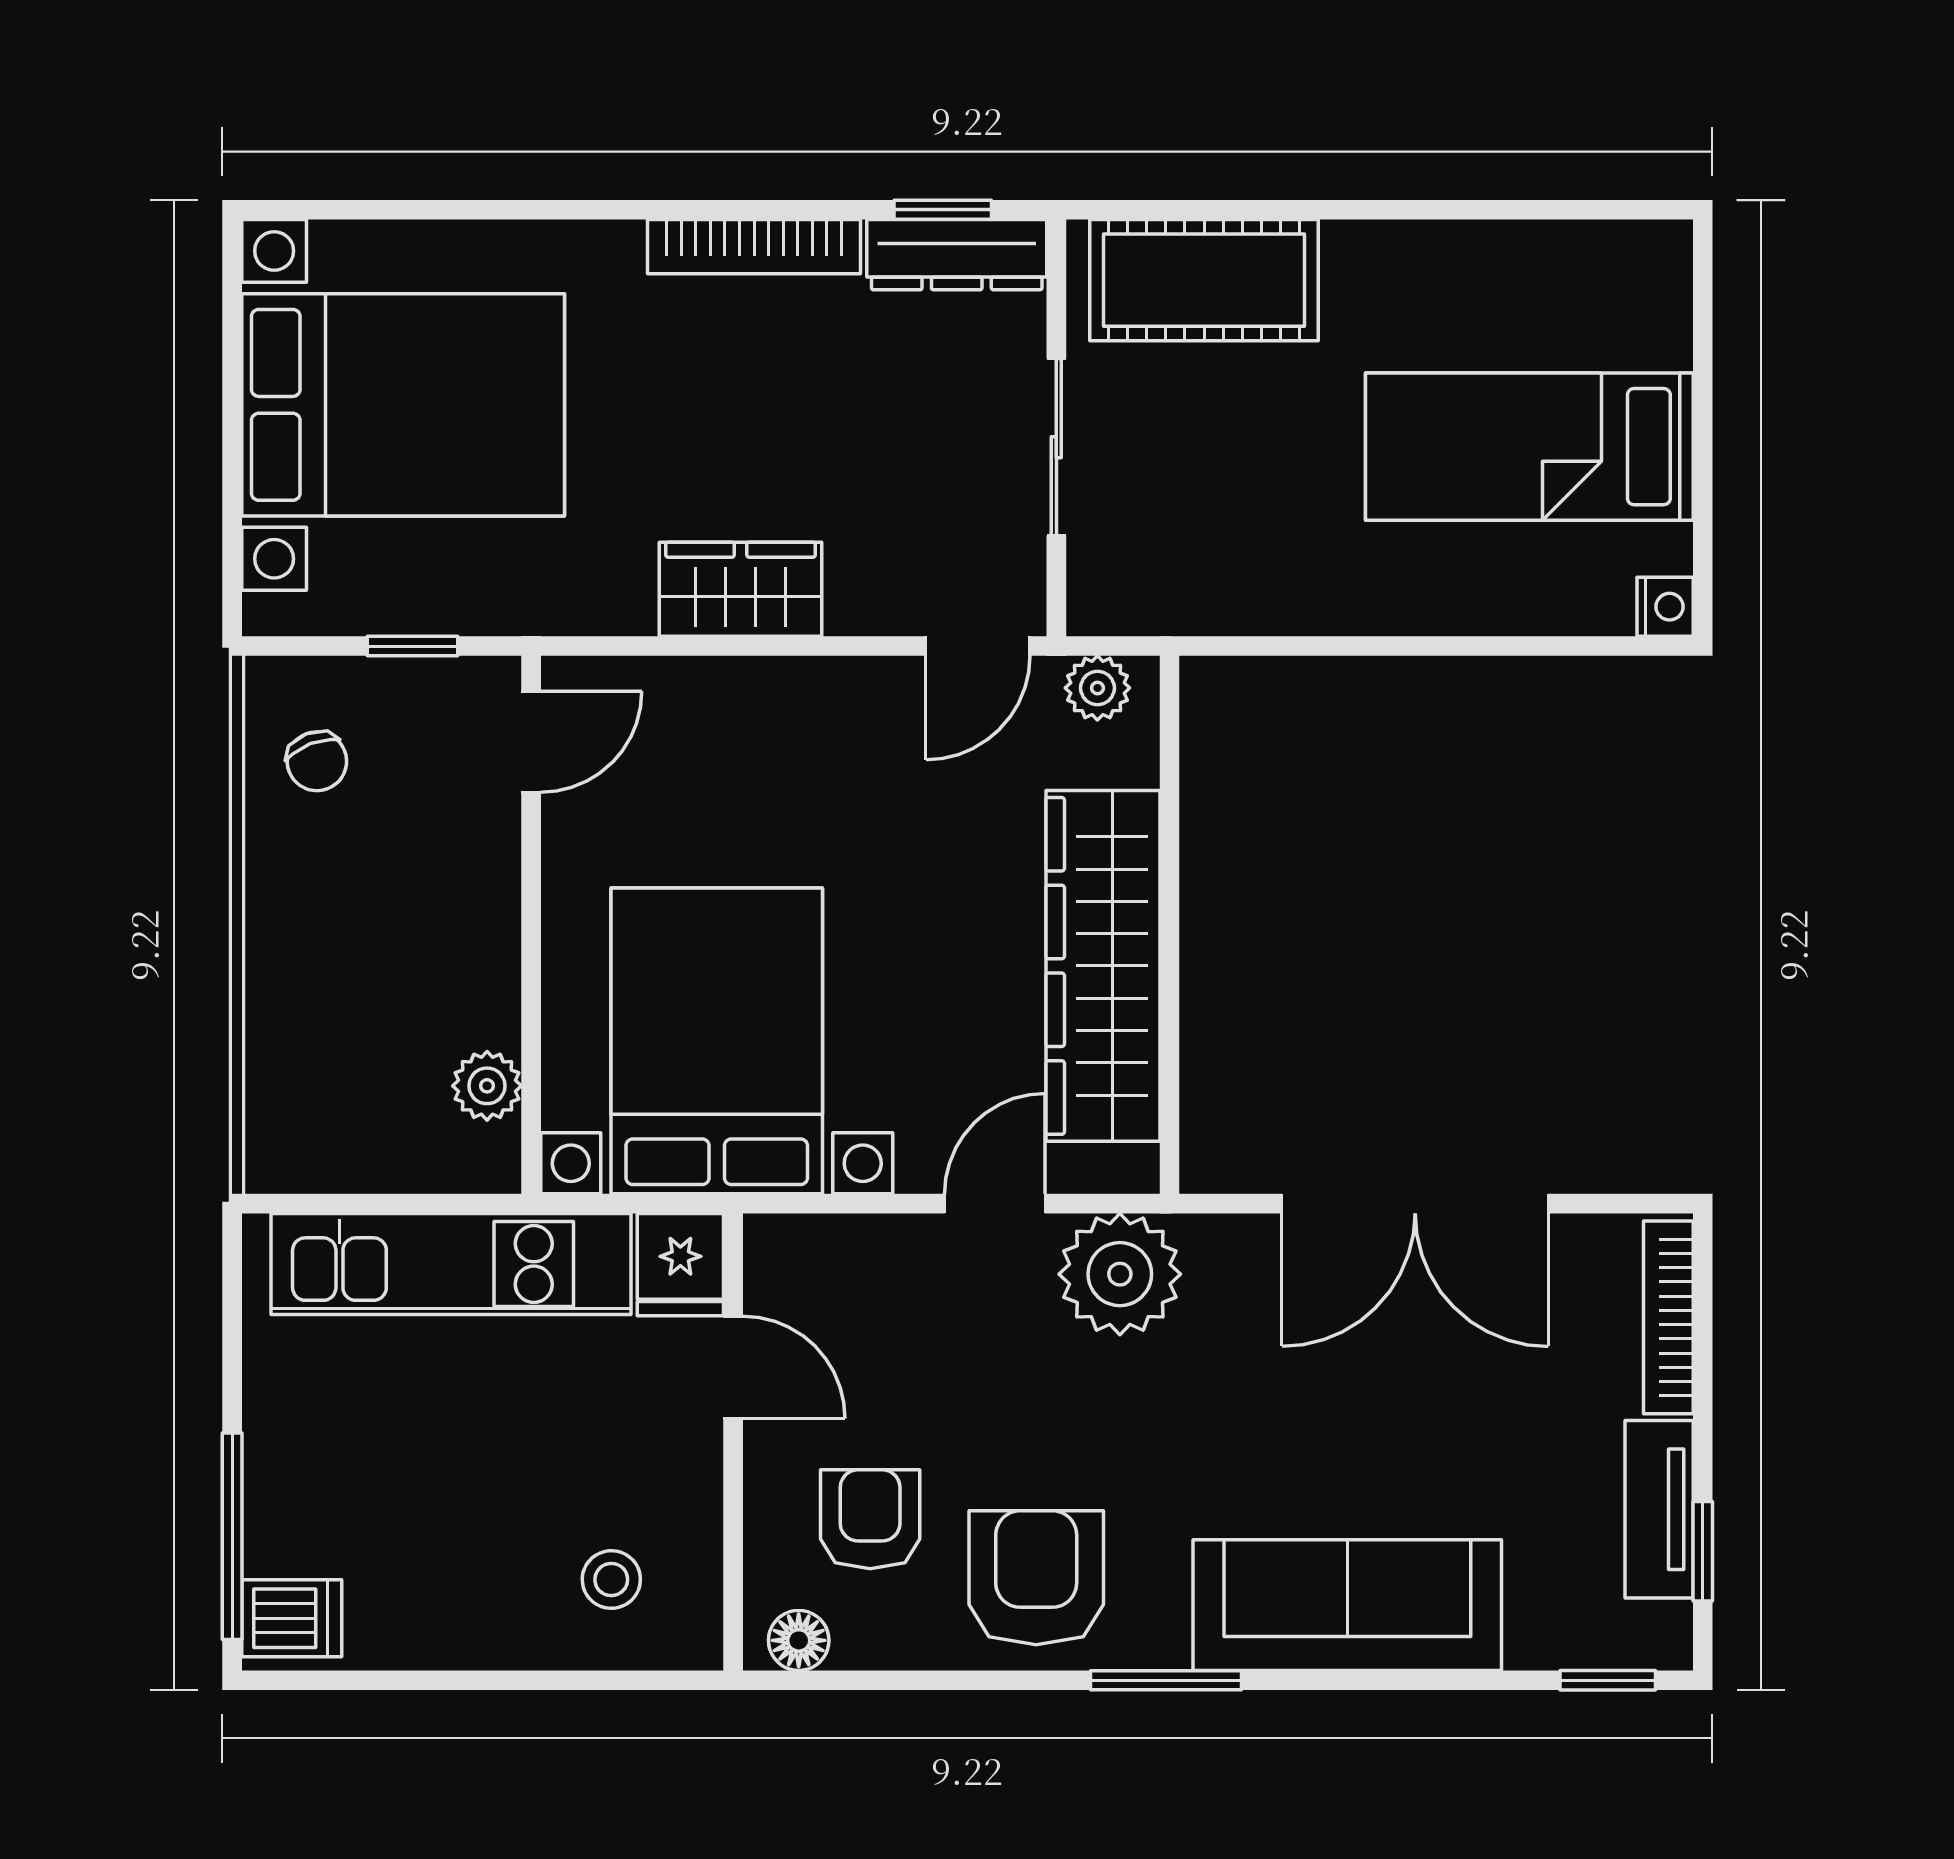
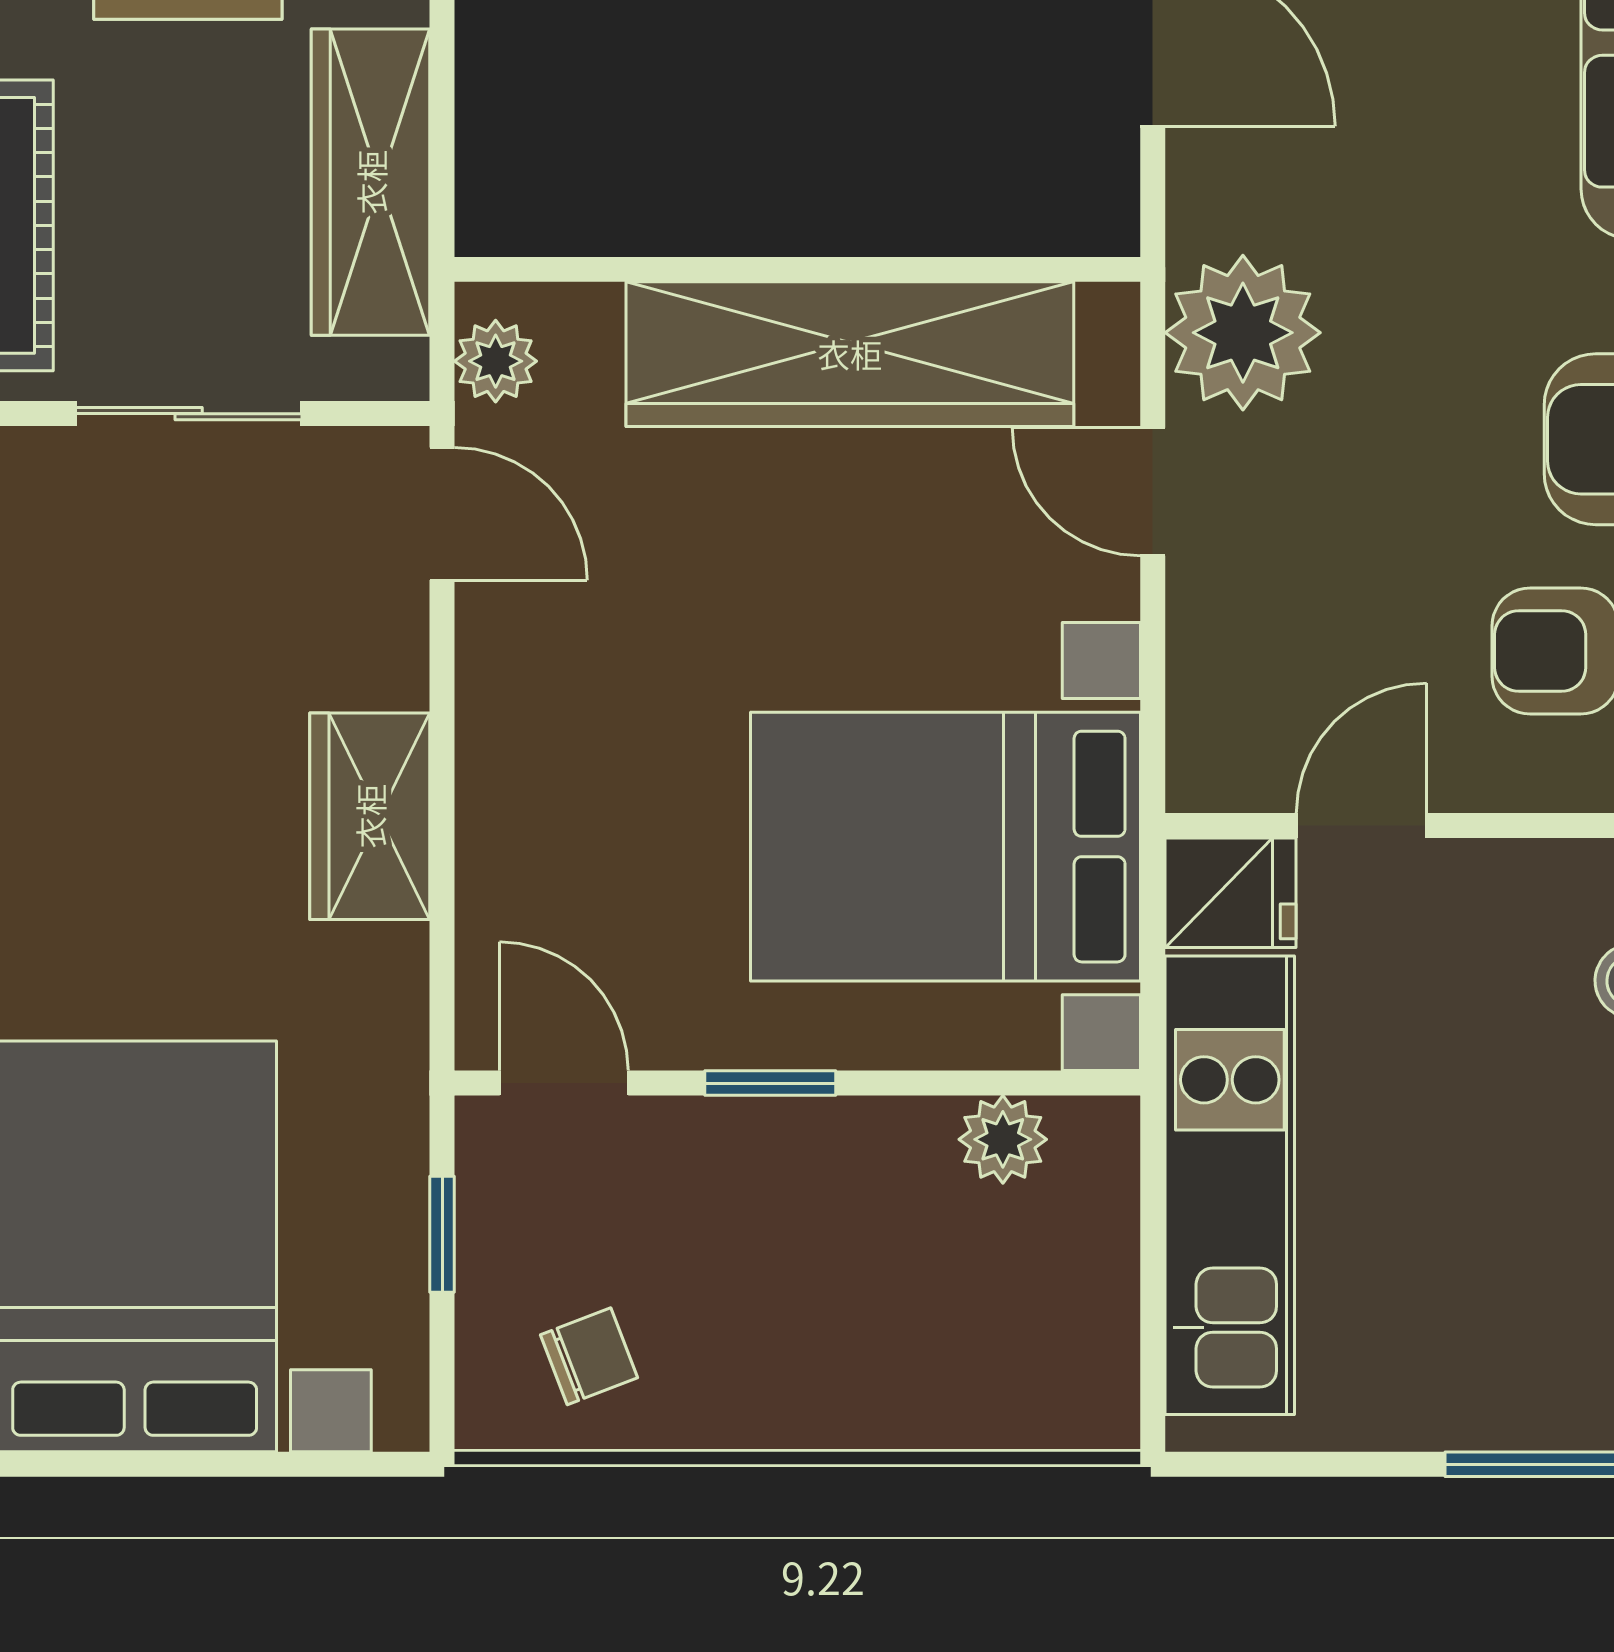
wardrobe: (1238, 590) -> (371, 182), added
window: (531, 903) -> (770, 1083), added

